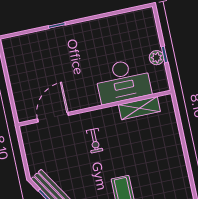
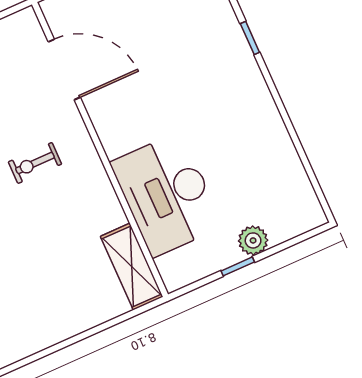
plant: (157, 58) -> (253, 240), moved
shelving: (139, 108) -> (132, 267), moved

